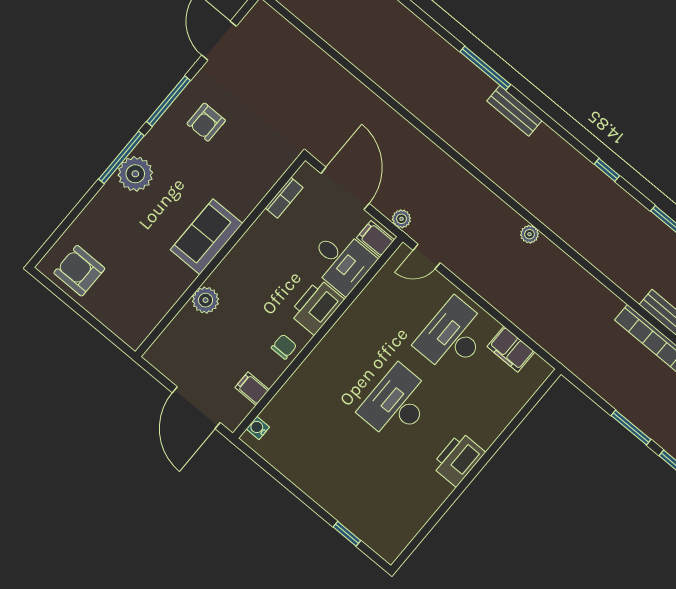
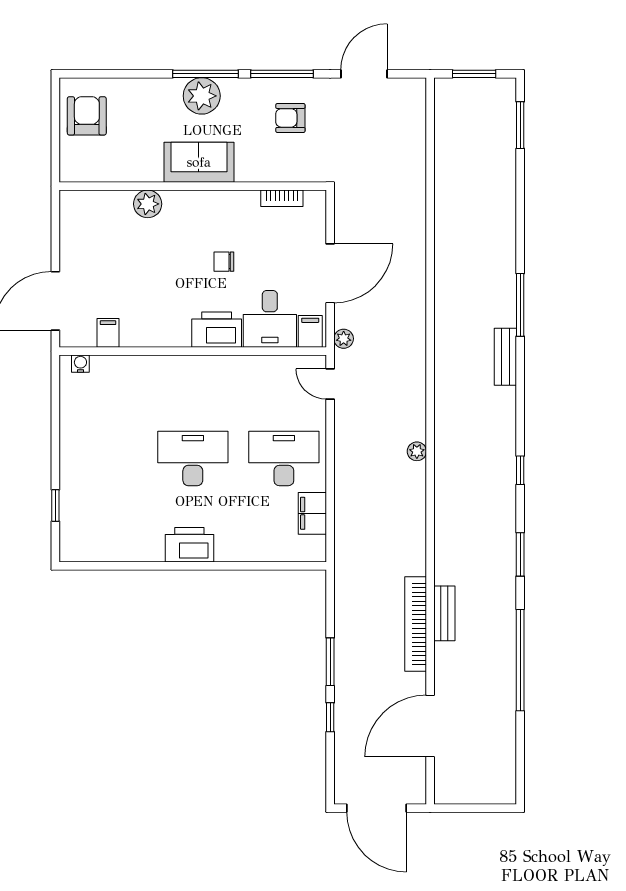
bookcase: (284, 198) -> (282, 198), moved
sofa: (206, 237) -> (199, 162), moved
wall: (220, 256) -> (193, 186), moved
plant: (206, 300) -> (148, 204), moved
chair: (284, 347) -> (224, 262), moved, turned 180

